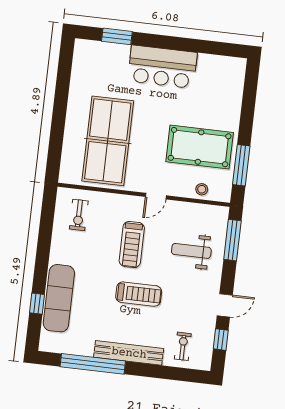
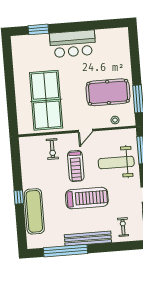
exercise bike: (79, 215) -> (52, 149), moved
weight bench: (191, 251) -> (116, 162), width x1.36, depth x1.33
treadmill: (139, 294) -> (87, 198), width x1.37, depth x1.38
window: (37, 304) -> (19, 197), moved

